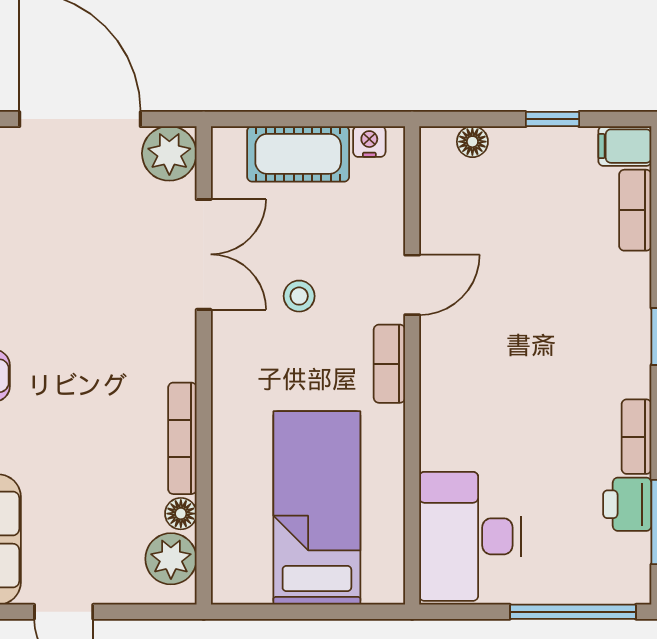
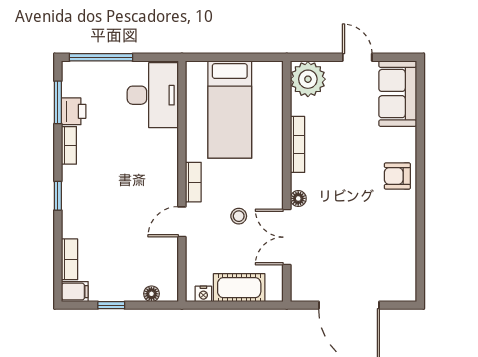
plant: (169, 153) -> (304, 288), removed
floor lamp: (181, 514) -> (298, 198), moved
plant: (171, 559) -> (308, 79), width x1.36, depth x1.36

